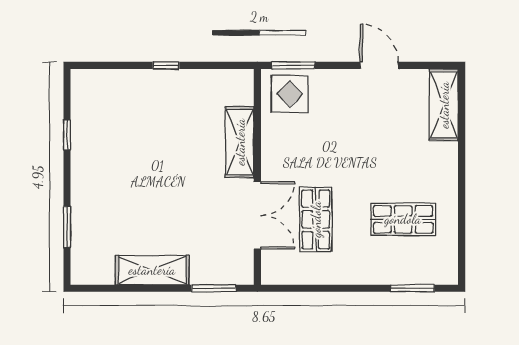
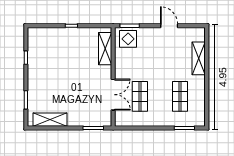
shelving: (444, 105) -> (199, 58), moved
shelving: (240, 142) -> (105, 49), moved
shop shelf: (403, 219) -> (180, 96), turned 90
shelving: (152, 270) -> (50, 120), moved

